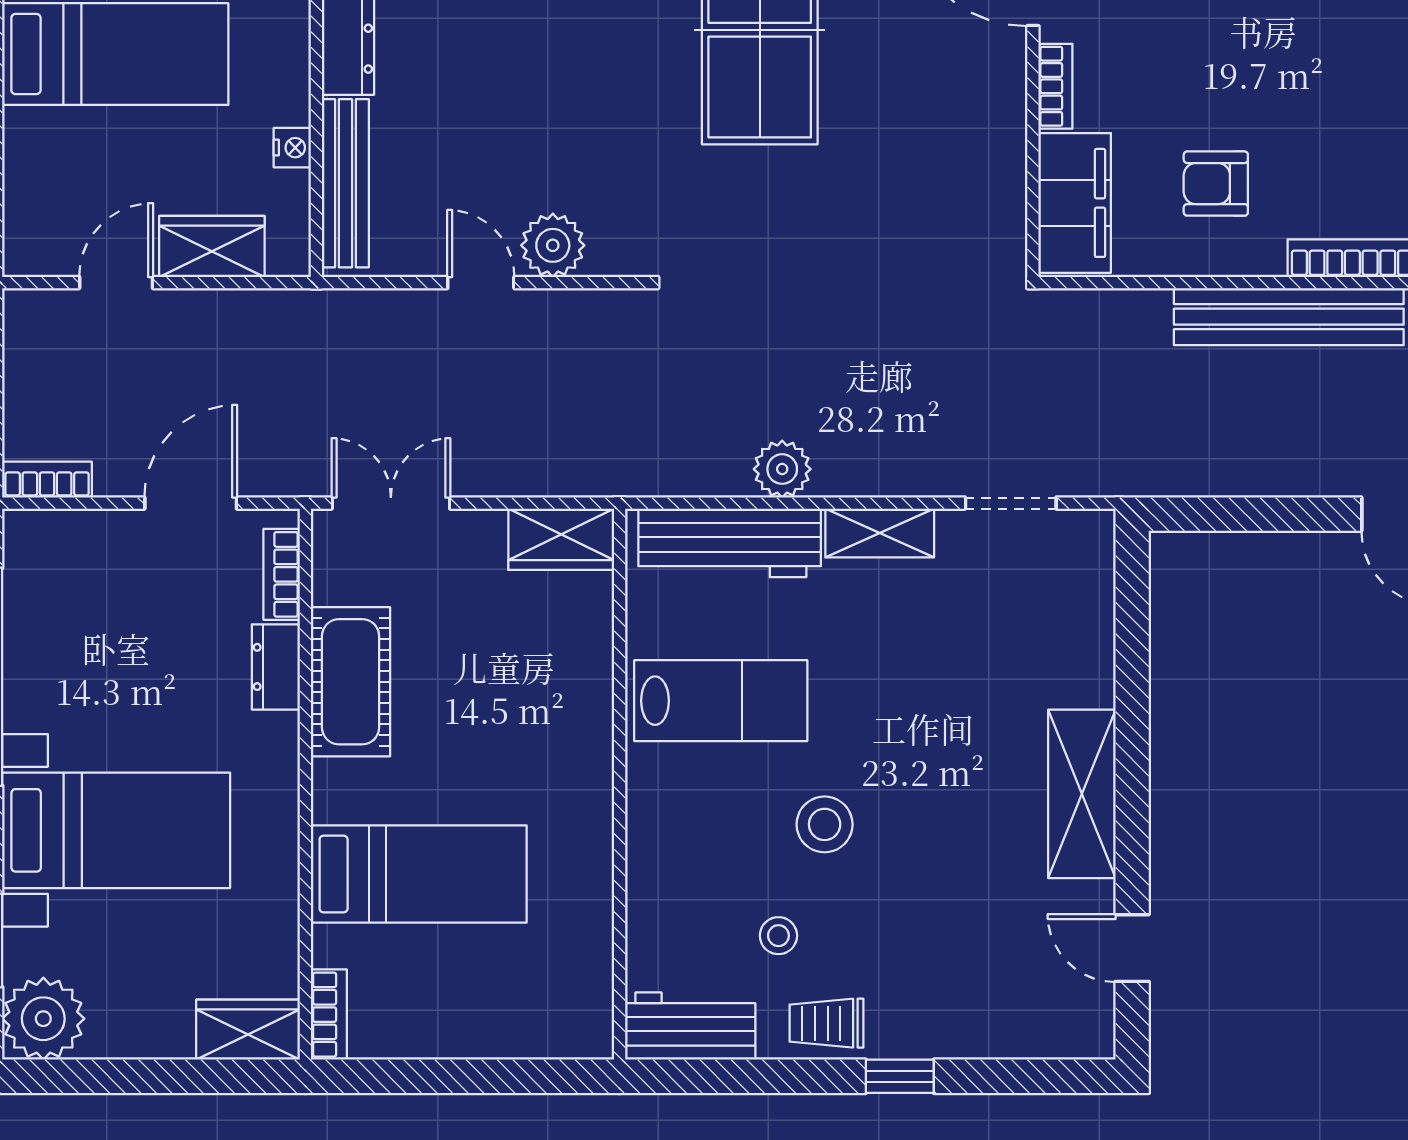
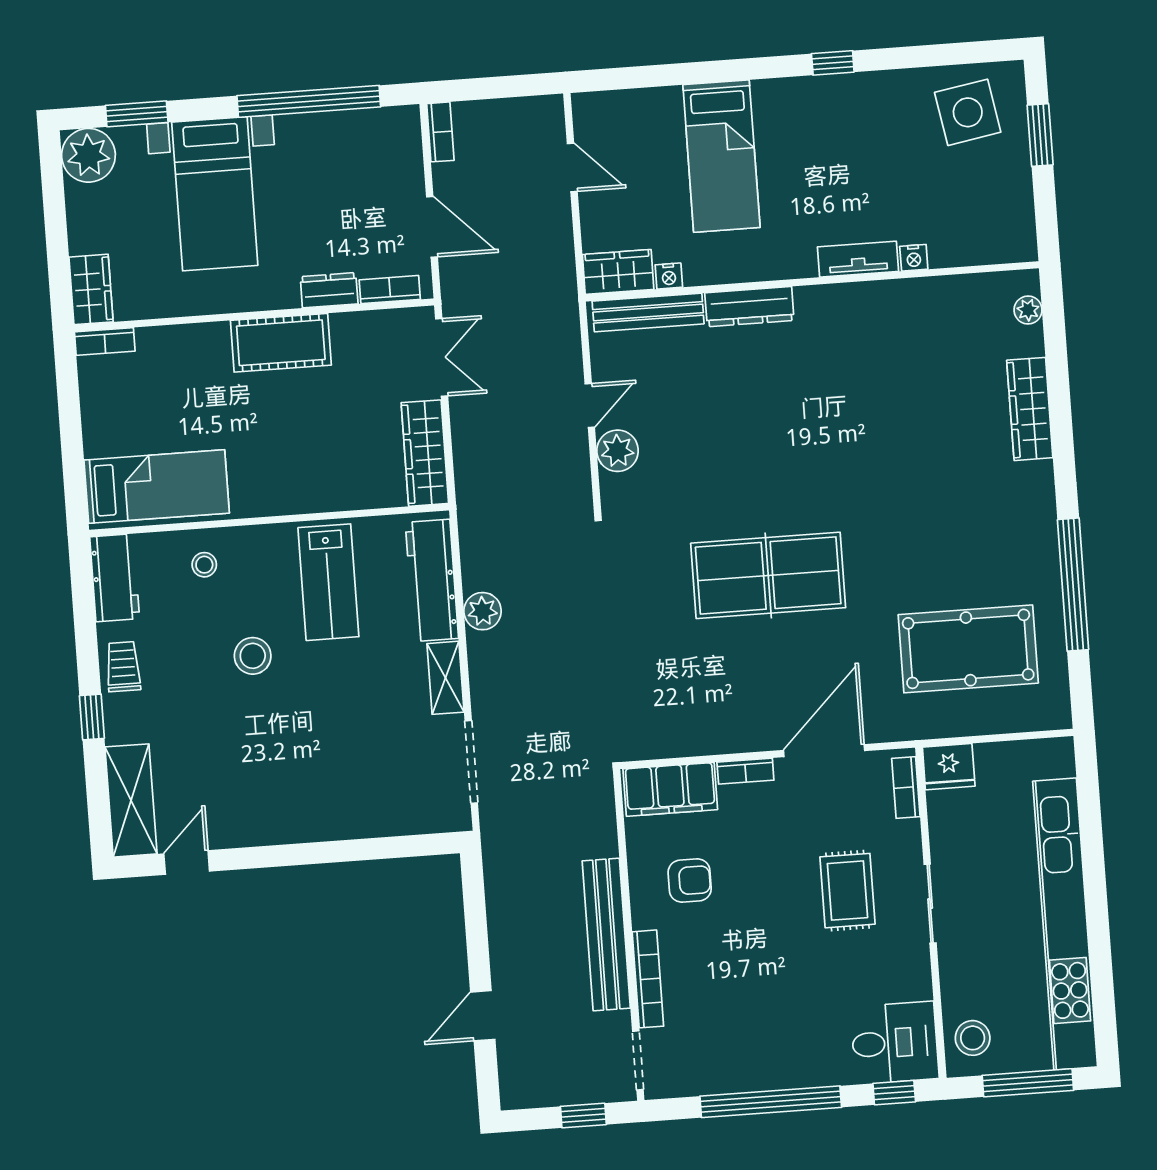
armchair: (1216, 184) -> (690, 880), turned 90
wardrobe: (212, 247) -> (618, 272), moved, turned -90
doorway: (1011, 503) -> (471, 762), width x1.38
wardrobe: (561, 539) -> (425, 453), width x1.50
cot: (351, 682) -> (281, 343), moved
shelving: (1082, 794) -> (131, 800), moved, turned 90
bed: (419, 874) -> (157, 487), moved, turned -90
stool: (778, 936) -> (204, 565), moved

